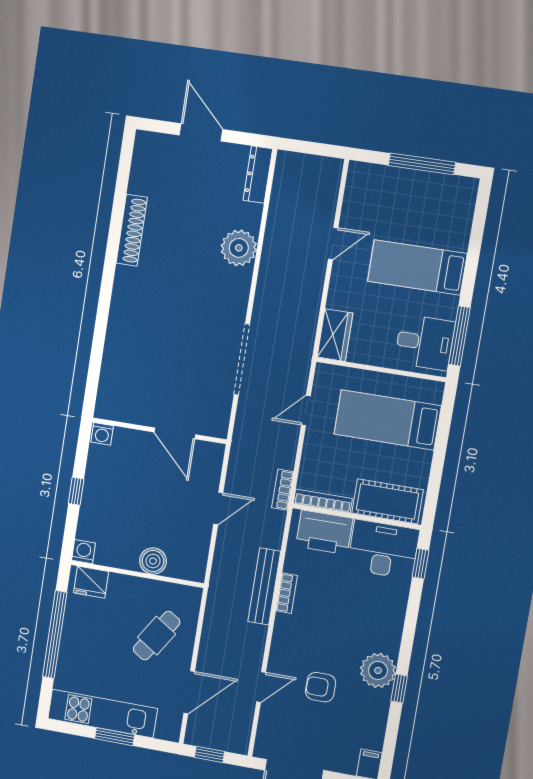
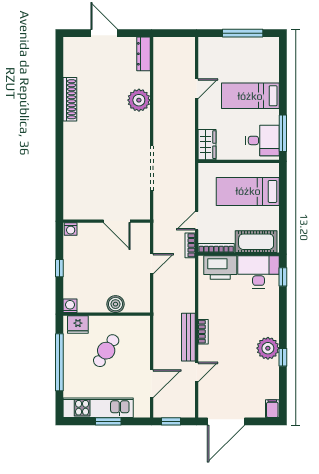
door: (306, 411) -> (197, 221), moved
bench: (264, 586) -> (188, 337), moved
bookcase: (287, 593) -> (203, 332), moved
cafe table: (157, 636) -> (106, 351), moved
armchair: (321, 687) -> (234, 365), removed

